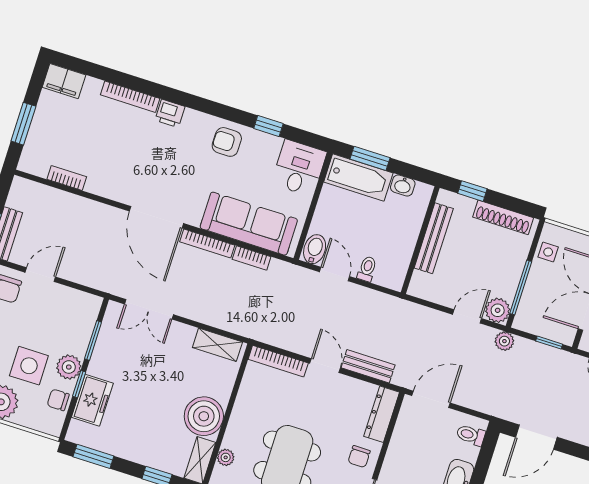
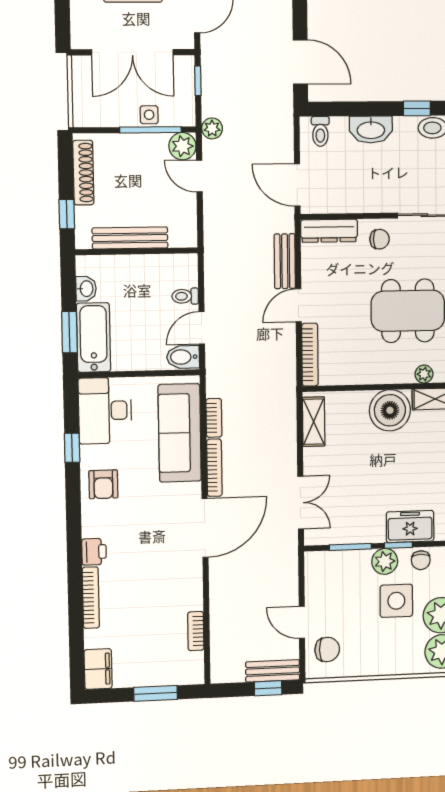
desk: (299, 168) -> (105, 411), width x1.37
side table: (548, 252) -> (149, 115), moved

